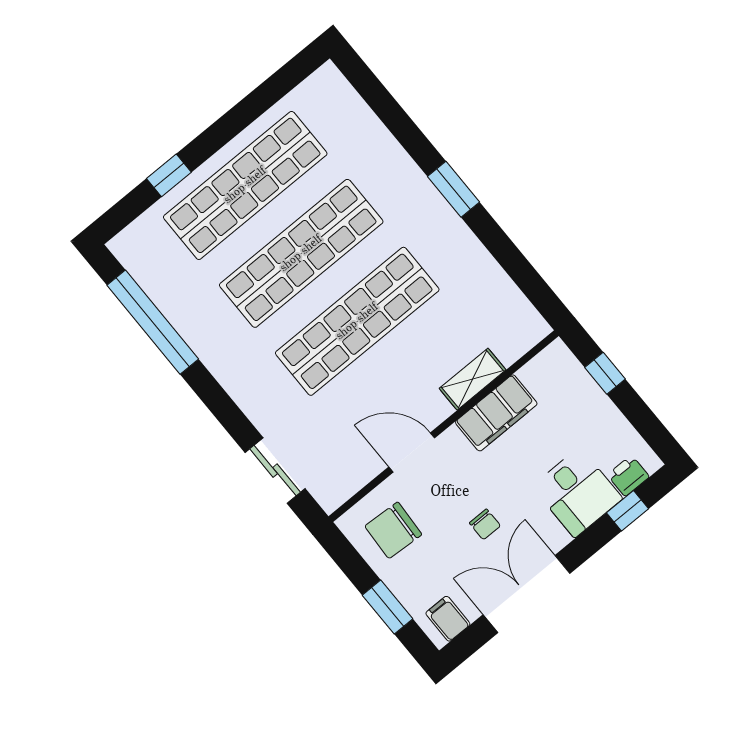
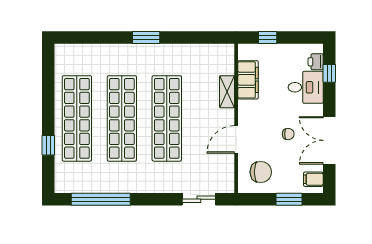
filing cabinet: (496, 413) -> (248, 80), moved
chair: (393, 530) -> (261, 172), turned -93

